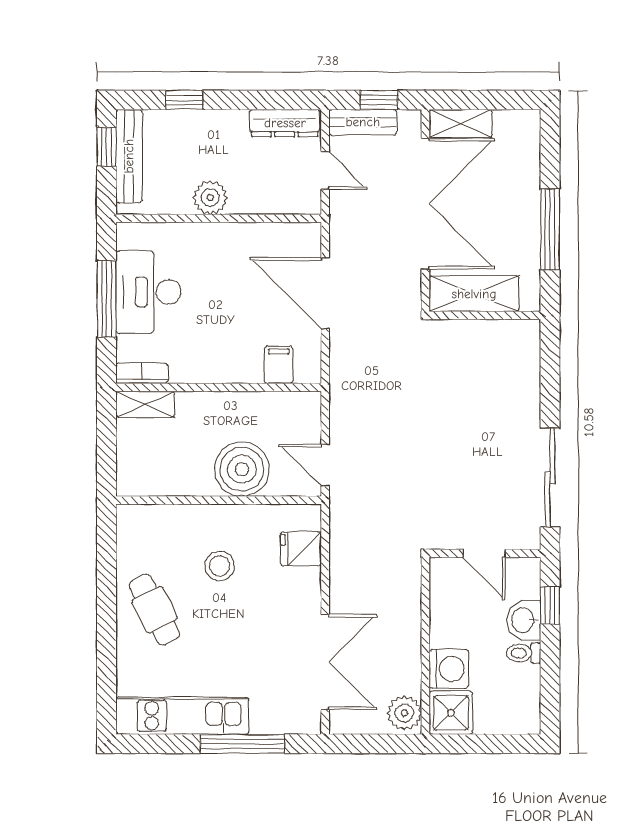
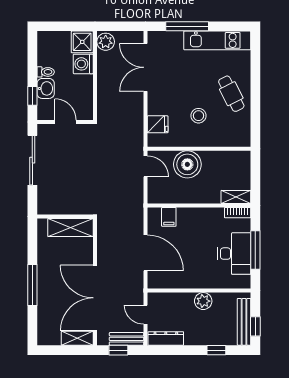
shelving: (474, 294) -> (70, 227), moved
wall: (485, 315) -> (65, 217), moved

